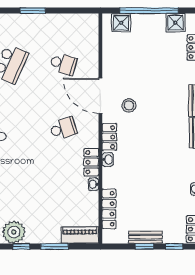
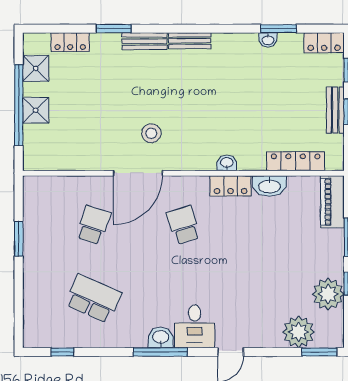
window: (33, 11) -> (19, 239), moved
shower: (121, 23) -> (36, 110), moved
locker: (109, 137) -> (195, 161), removed
washbasin: (93, 184) -> (269, 186), width x1.91, depth x1.45

